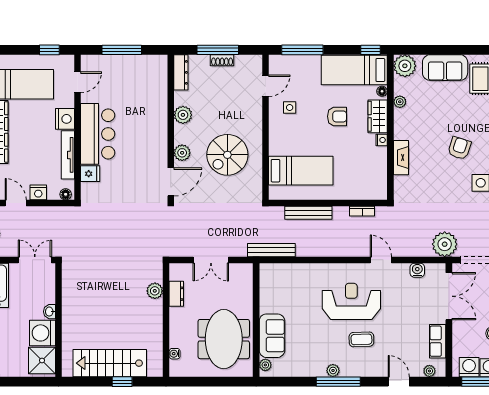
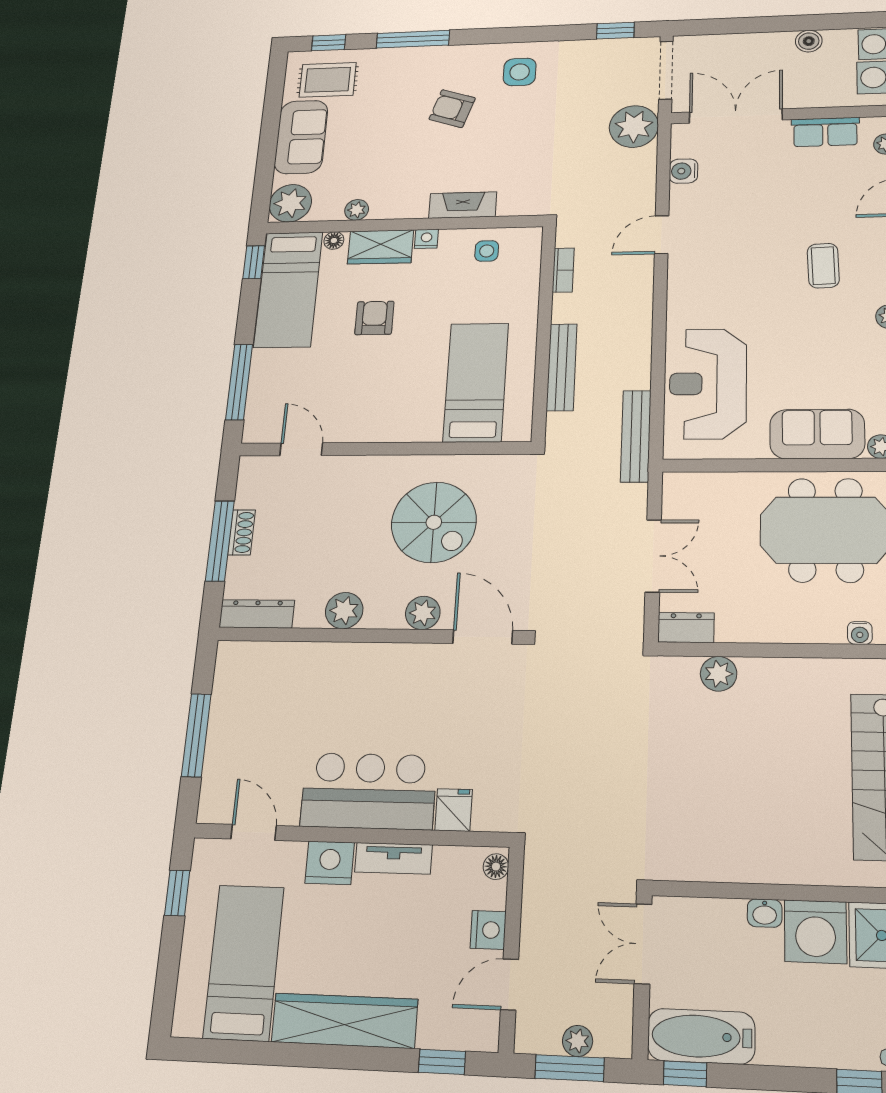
side table: (290, 108) -> (487, 251), moved
tv unit: (68, 155) -> (393, 858), width x0.71
dresser: (176, 294) -> (686, 627), moved
reception desk: (351, 301) -> (708, 384), moved

